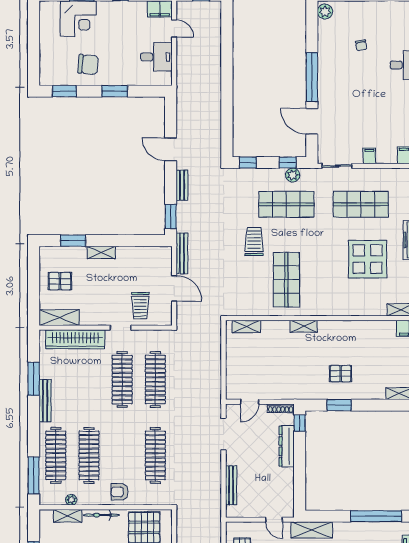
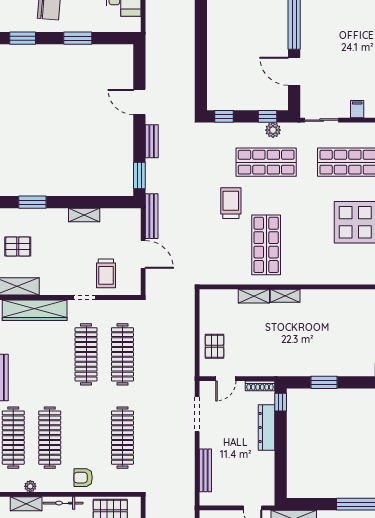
shelving: (101, 252) -> (84, 215), moved
shelving: (246, 326) -> (254, 296), moved
pallet: (341, 374) -> (215, 346), moved, turned 90

